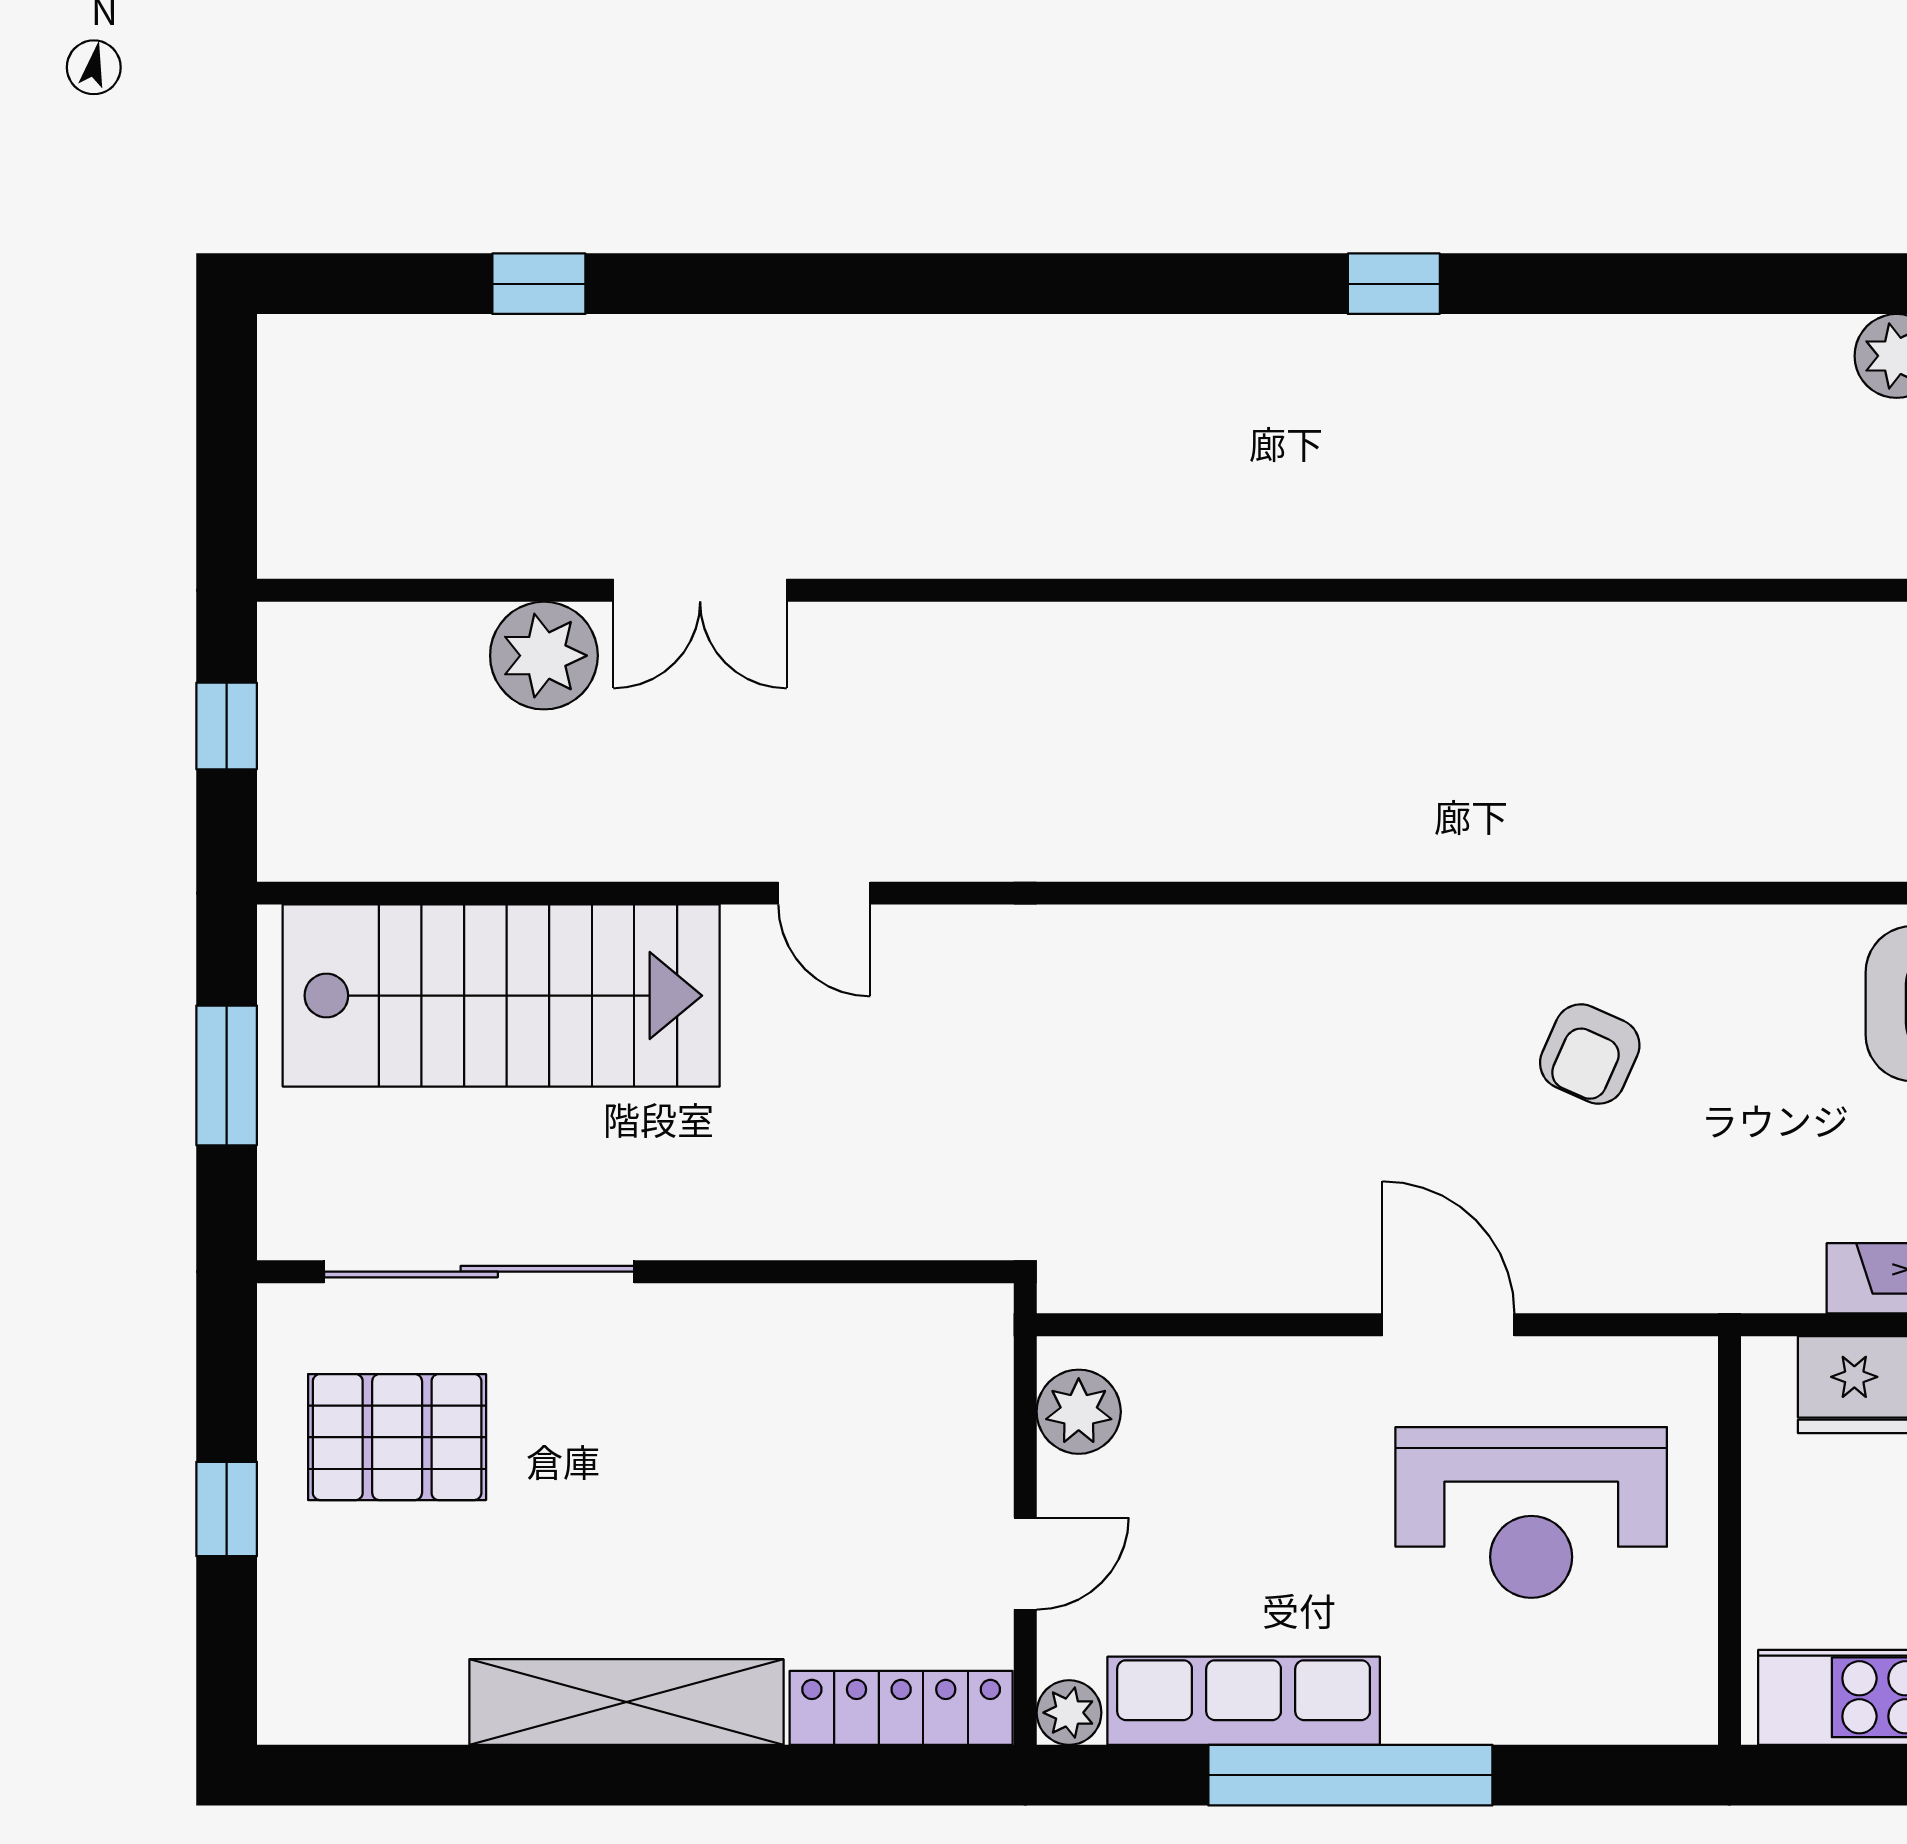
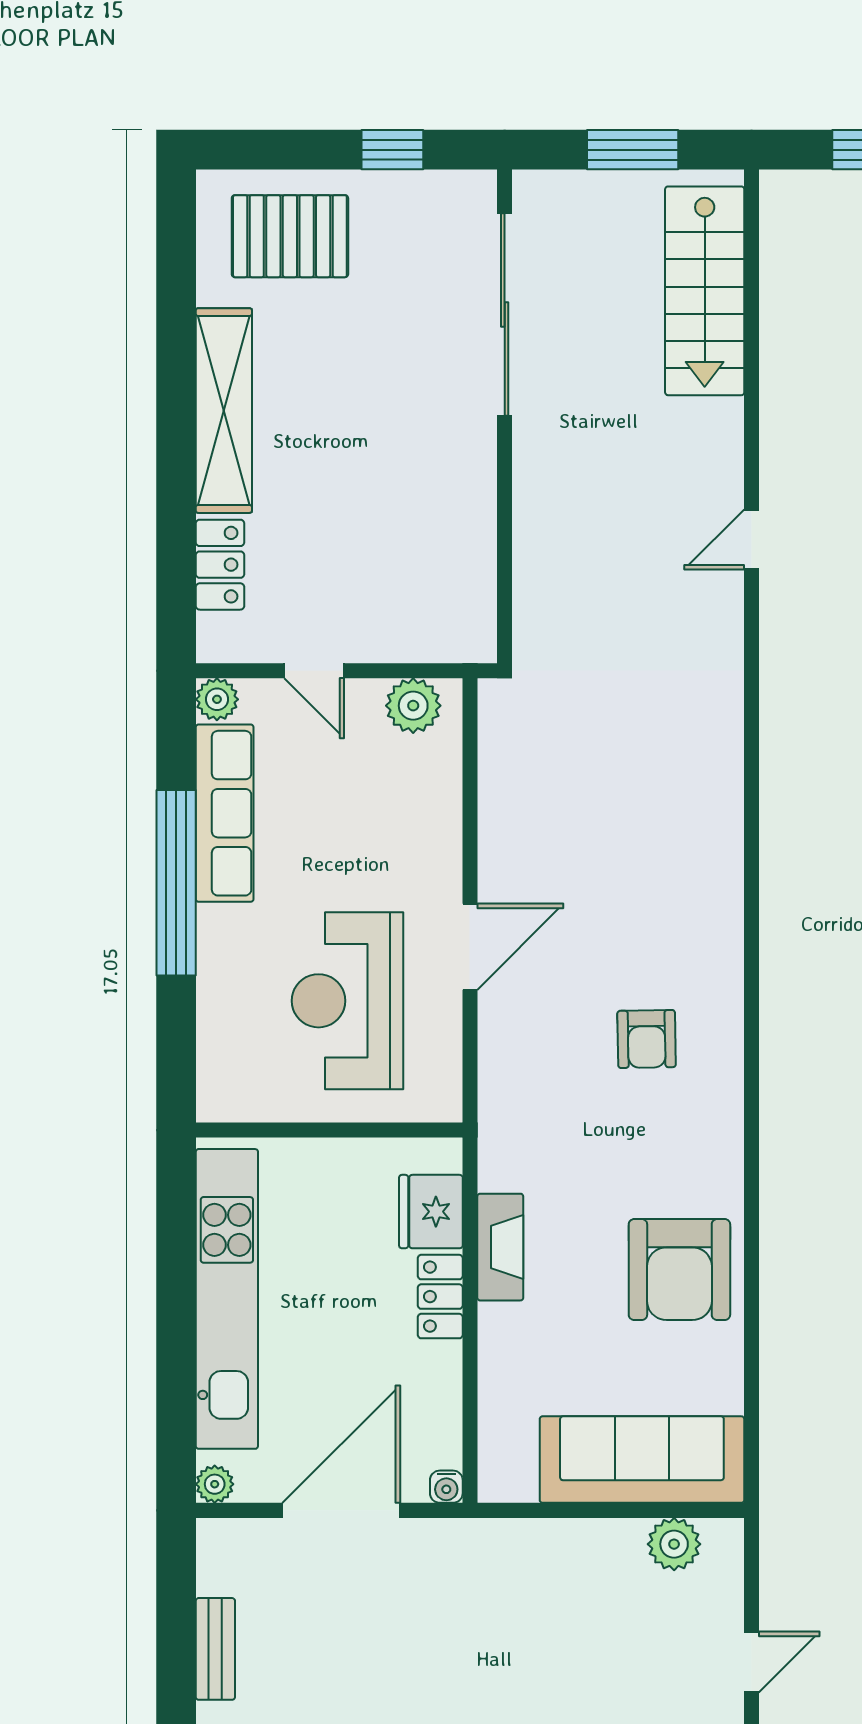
stairs: (501, 996) -> (705, 291), width x0.73, depth x0.66
armchair: (1590, 1054) -> (647, 1039), turned -115
pallet: (397, 1437) -> (290, 236), moved, turned 90
window: (227, 1509) -> (392, 150), moved
locker: (901, 1708) -> (220, 565), width x0.66

